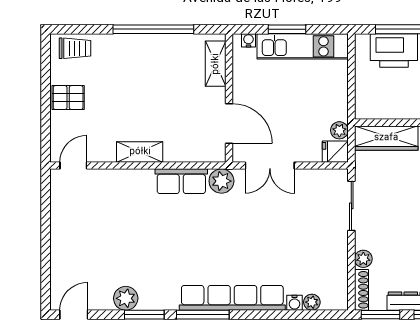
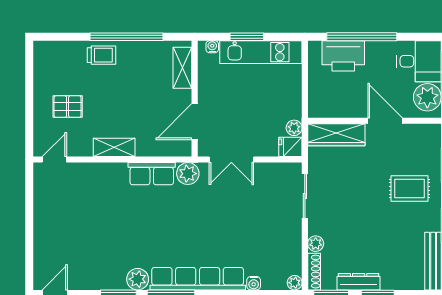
trolley: (75, 48) -> (101, 55), moved
pallet: (68, 98) -> (68, 107), moved
door: (229, 123) -> (195, 122), swing flipped
plant: (126, 298) -> (138, 279), moved
plant: (312, 302) -> (295, 283), moved

